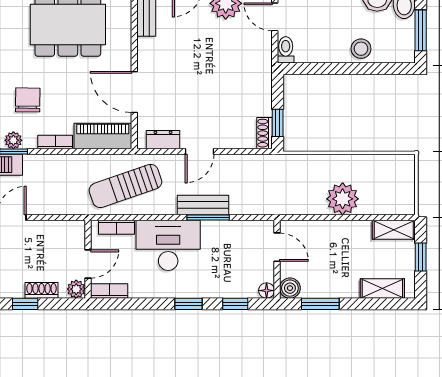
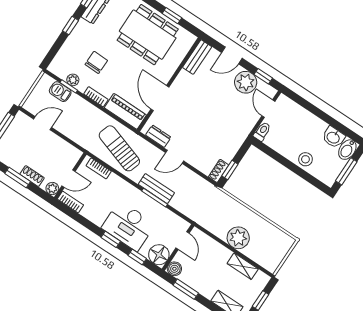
sun lounger: (125, 186) -> (119, 148), turned 37
shelving: (394, 230) -> (243, 266), moved
desk: (168, 245) -> (128, 226), moved, turned 180
floor lamp: (267, 291) -> (159, 255), width x1.89, depth x1.89
window: (25, 304) -> (18, 178), width x1.50

